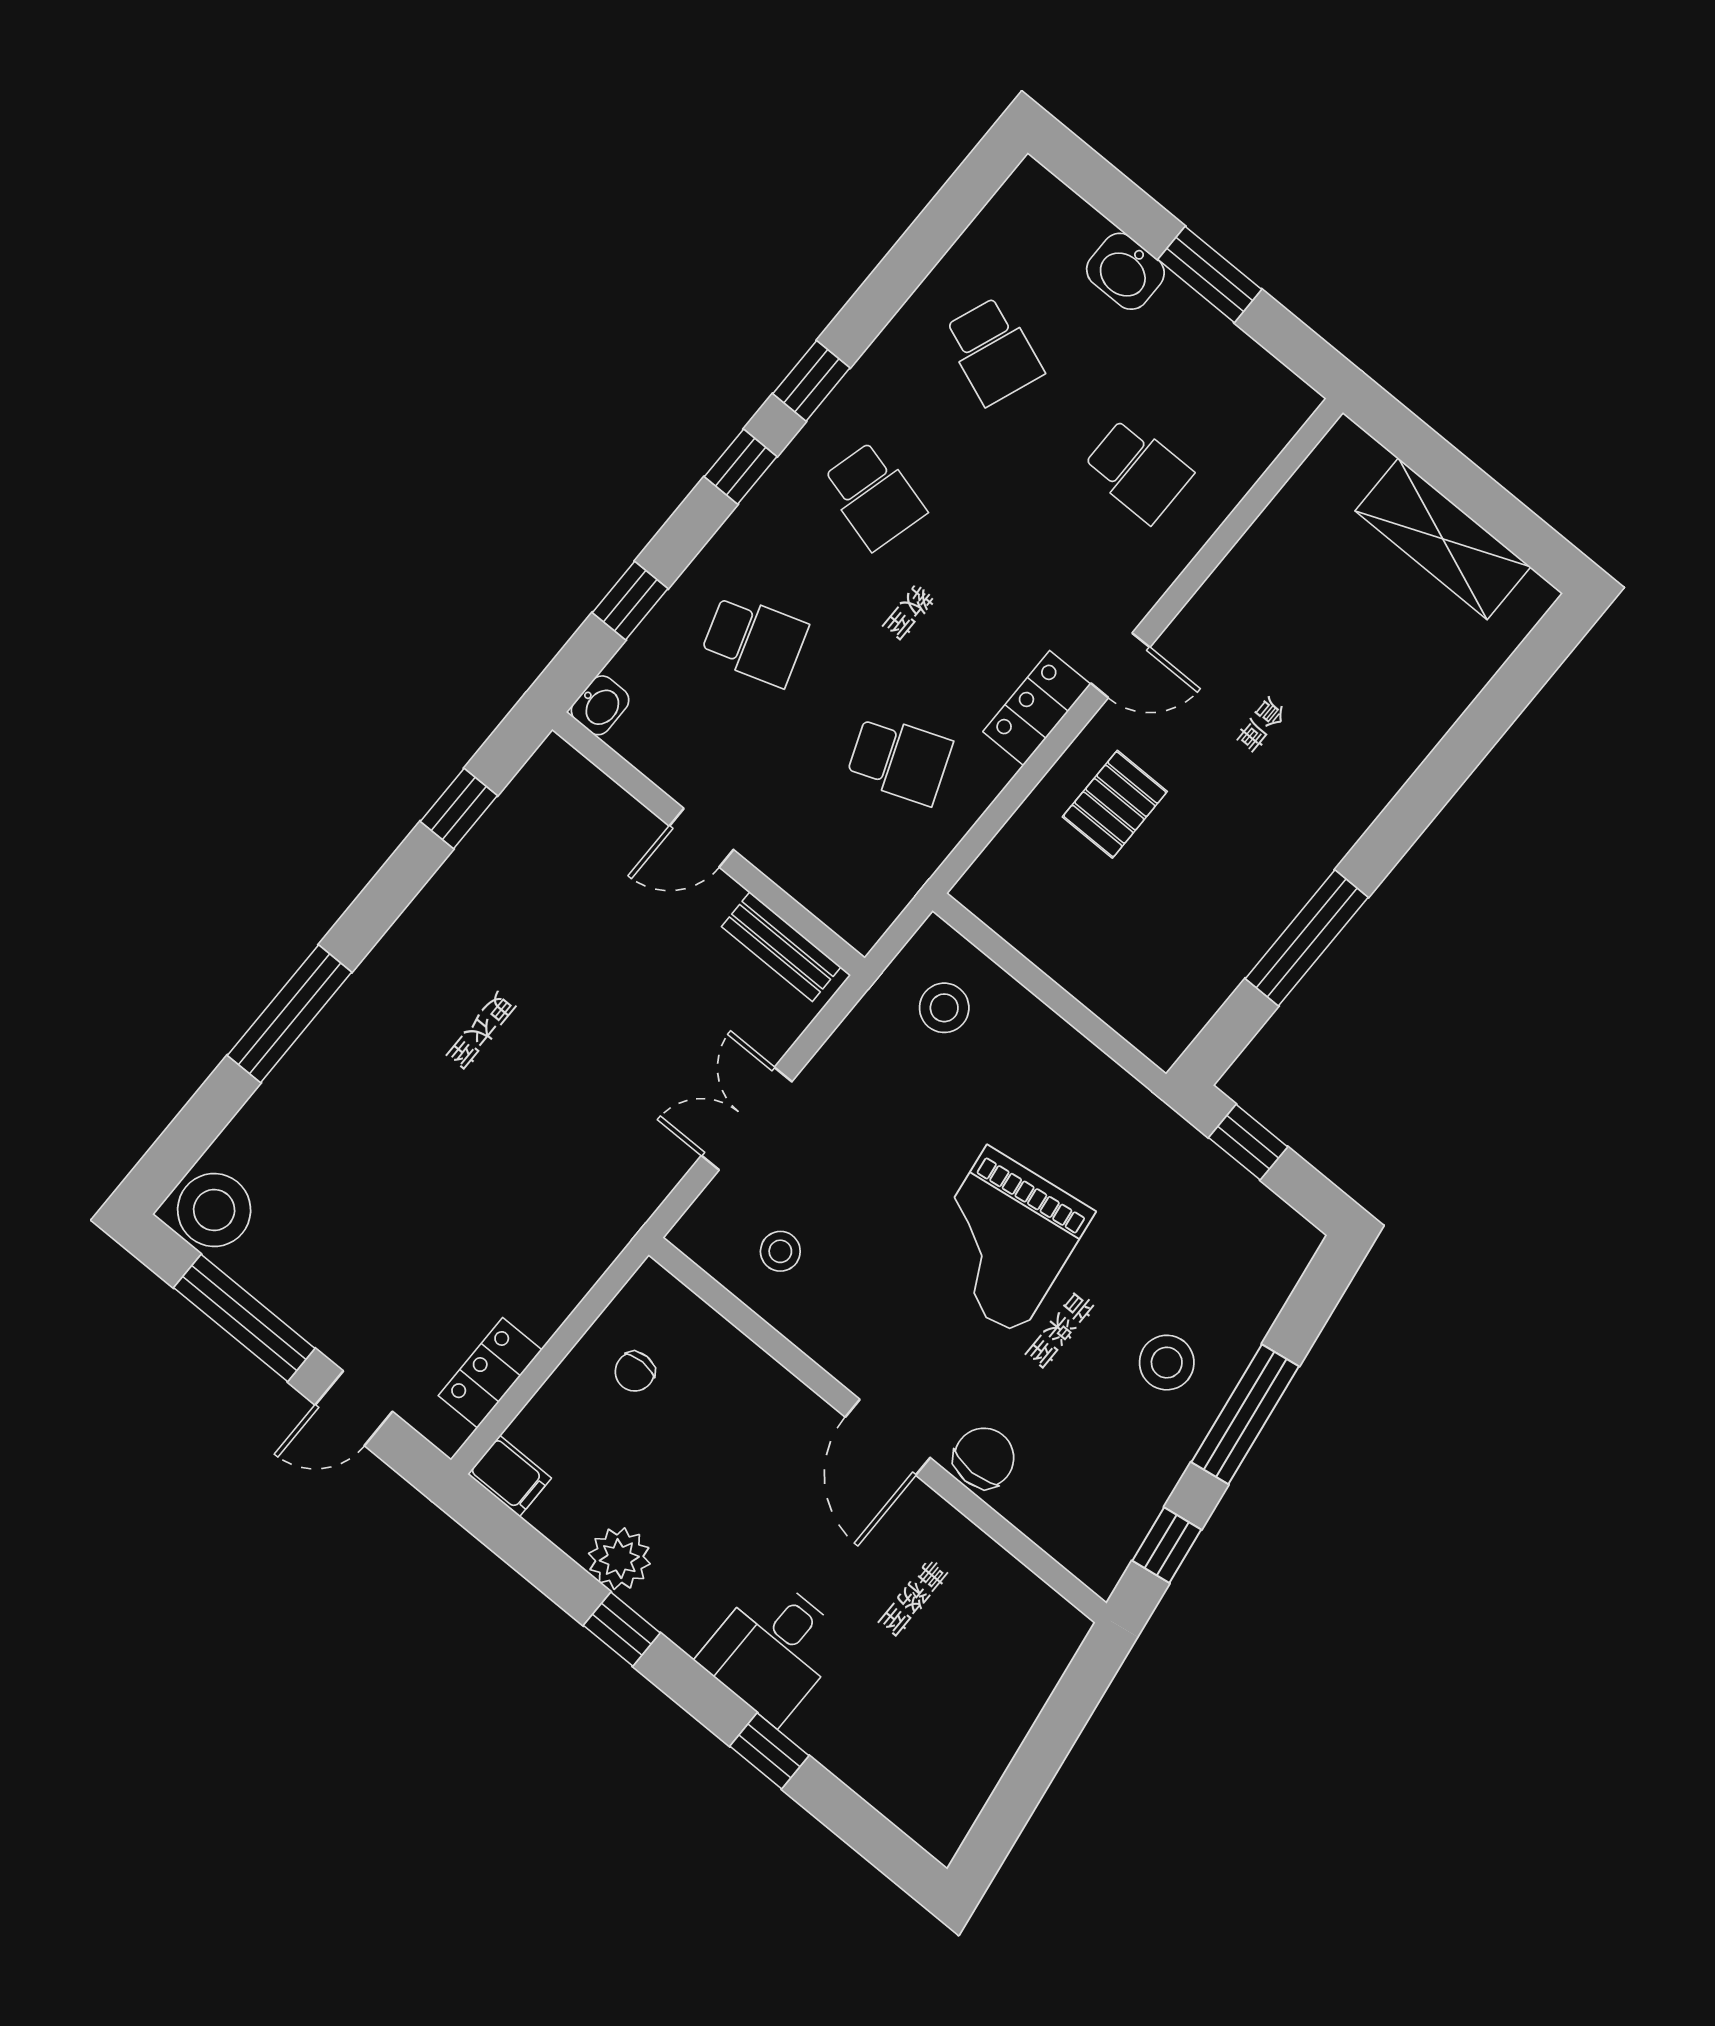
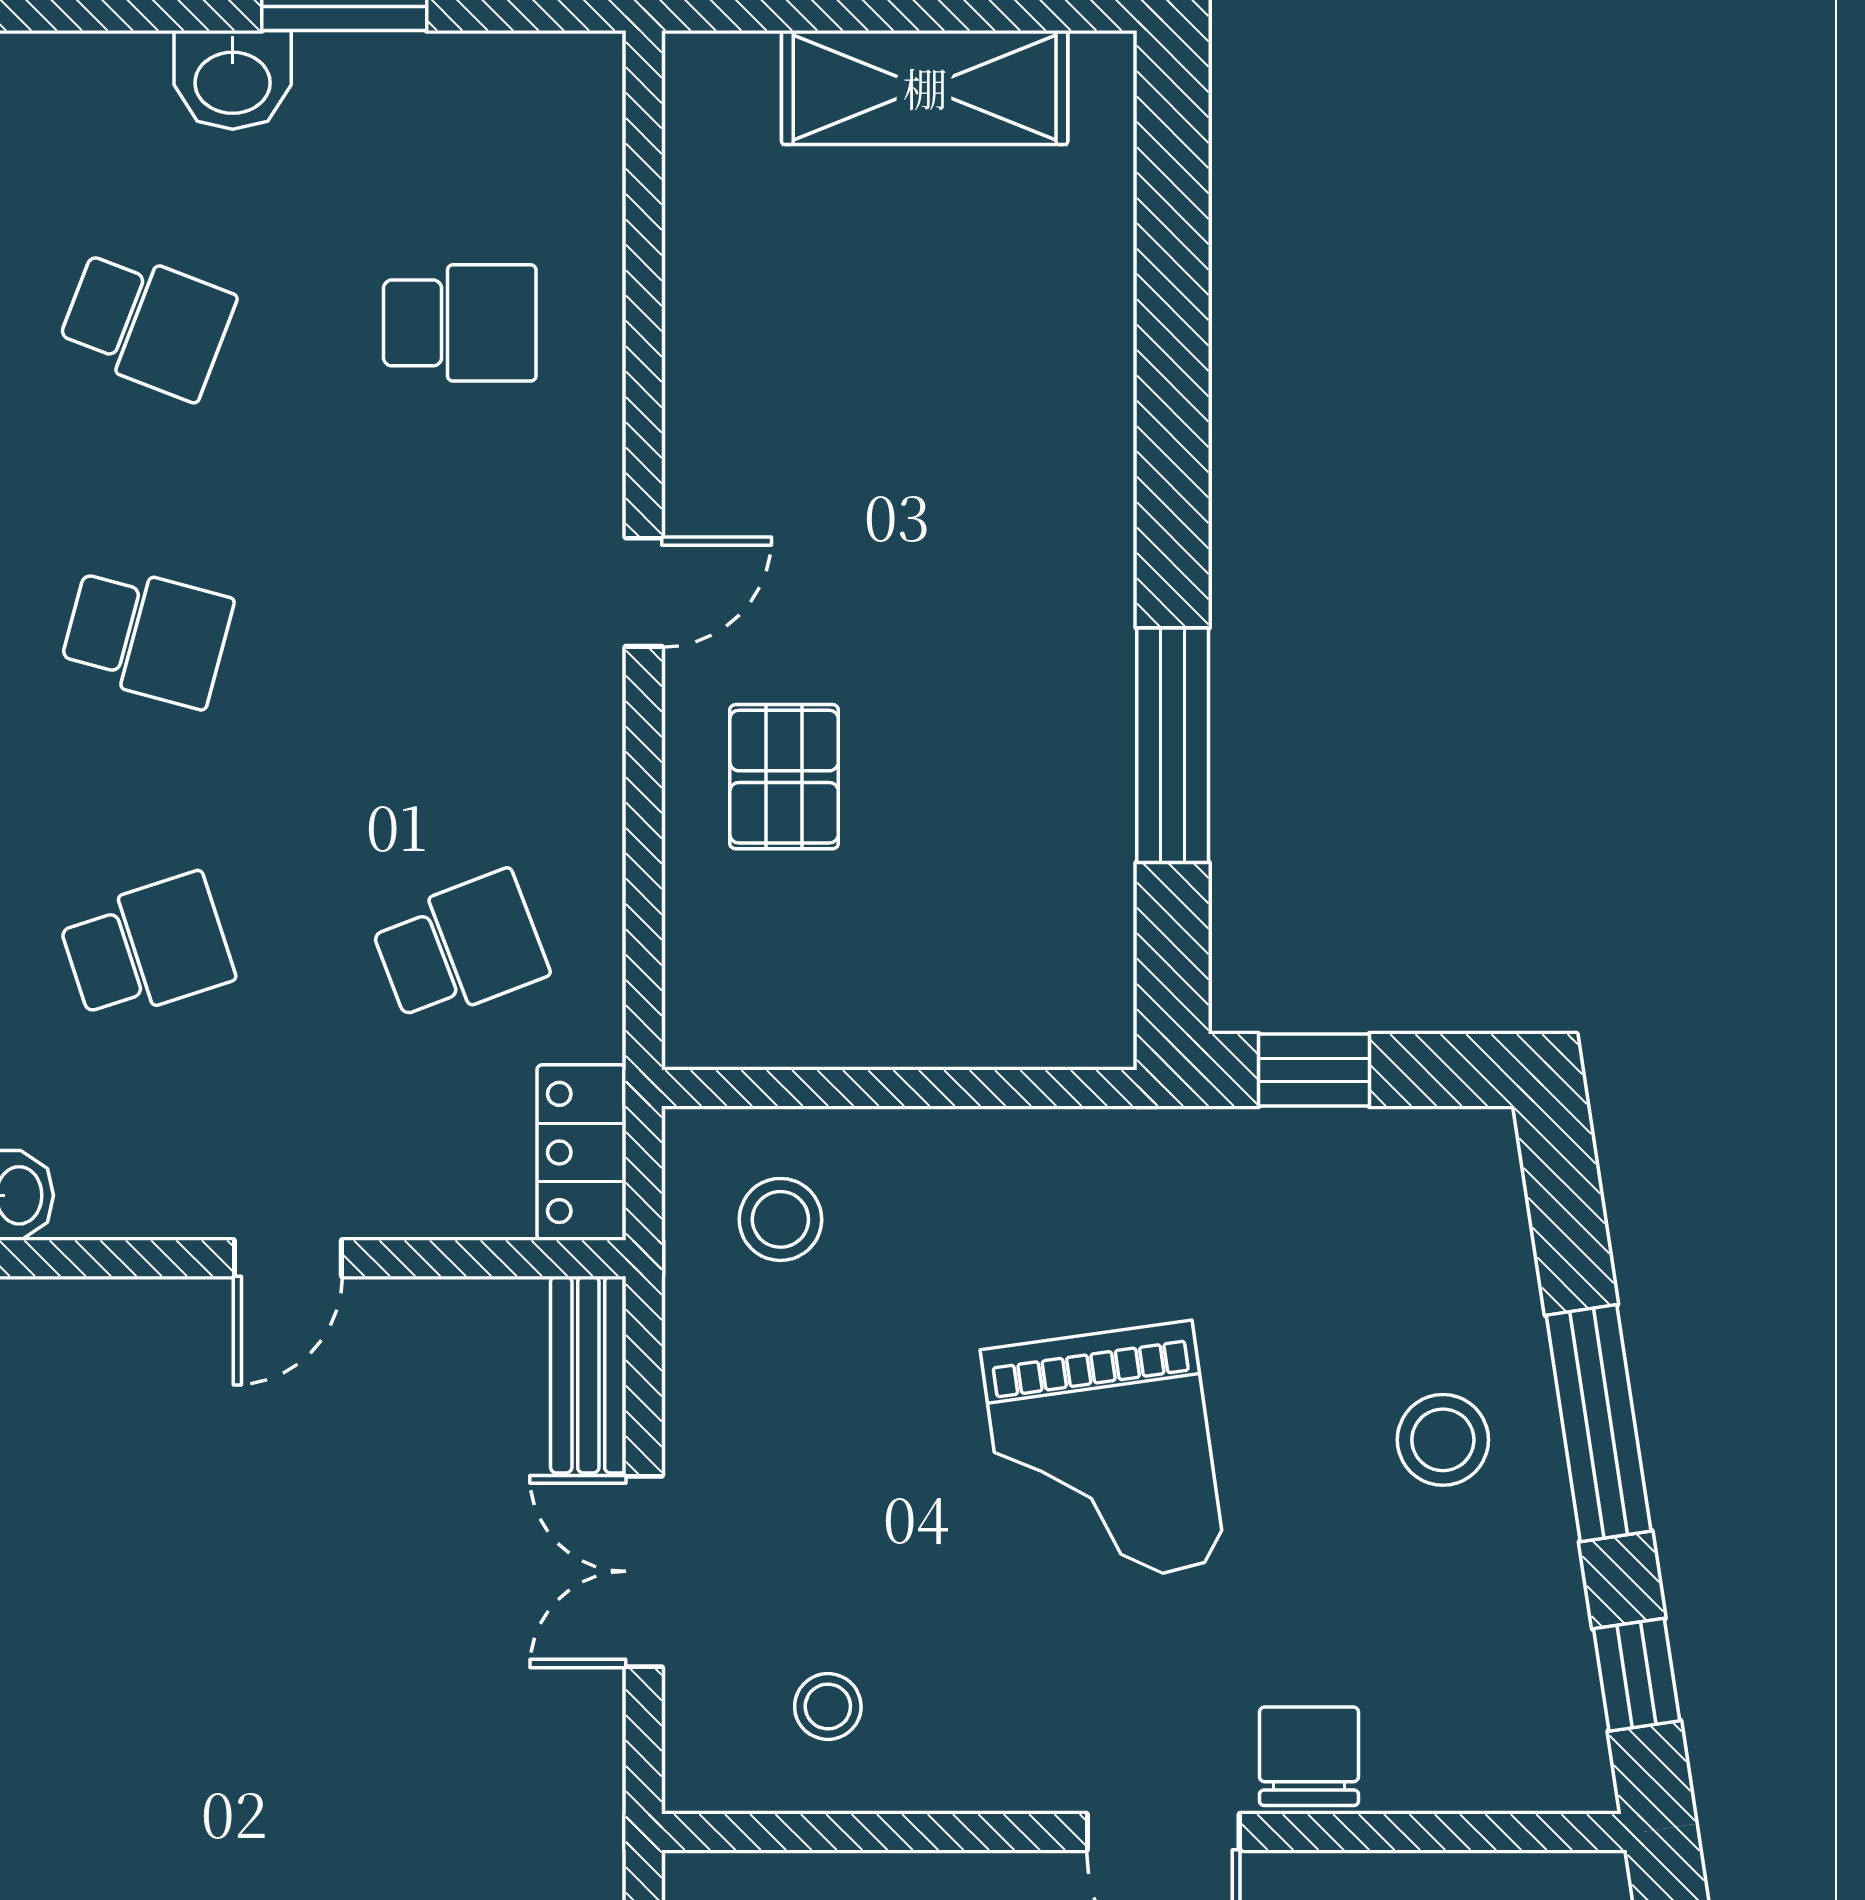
locker: (1037, 708) -> (581, 1152), moved
bench: (781, 947) -> (588, 1375), moved, turned 90

